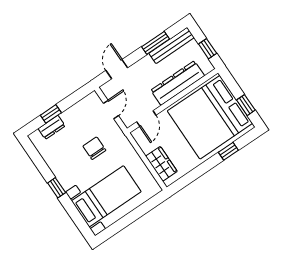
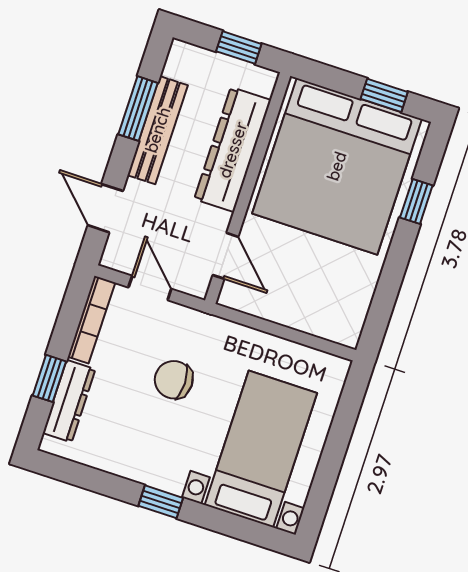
bench: (172, 45) -> (158, 130), moved
bookcase: (82, 105) -> (91, 320), added
dresser: (52, 127) -> (69, 401), width x1.44
wardrobe: (161, 164) -> (314, 316), removed

